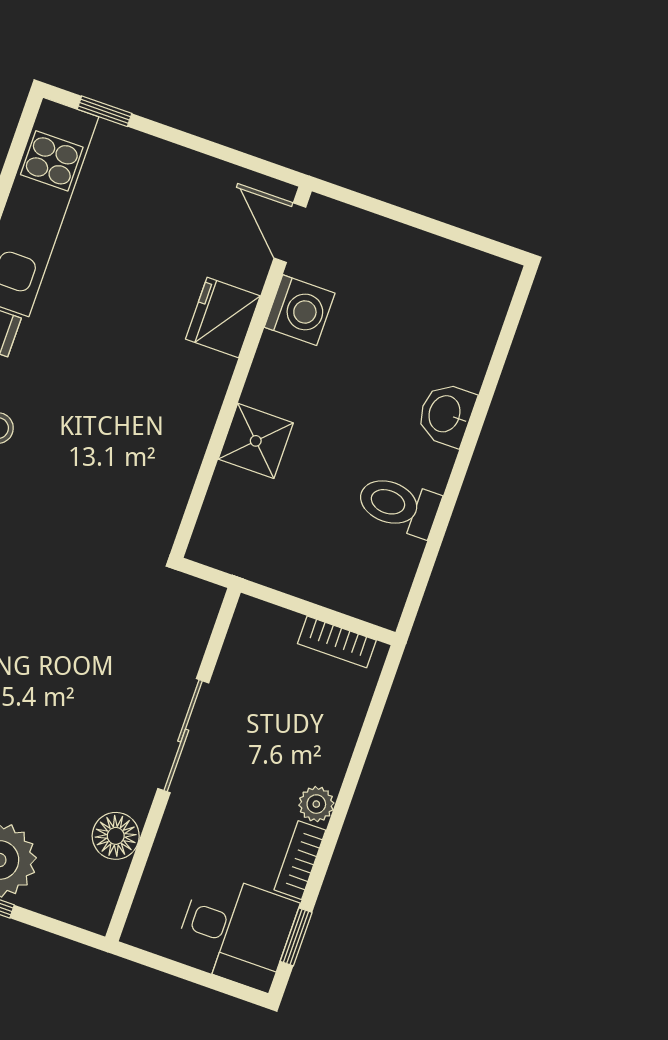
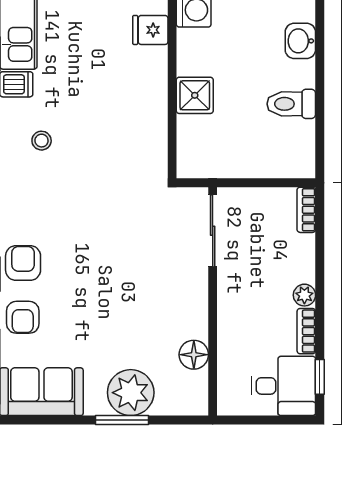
fridge: (223, 317) -> (150, 30), width x0.72
bookcase: (337, 642) -> (306, 210), moved, turned 90
sliding door: (183, 736) -> (213, 231), moved

